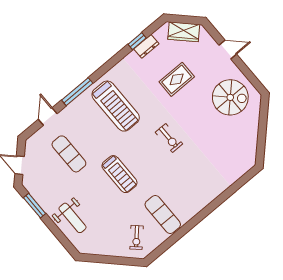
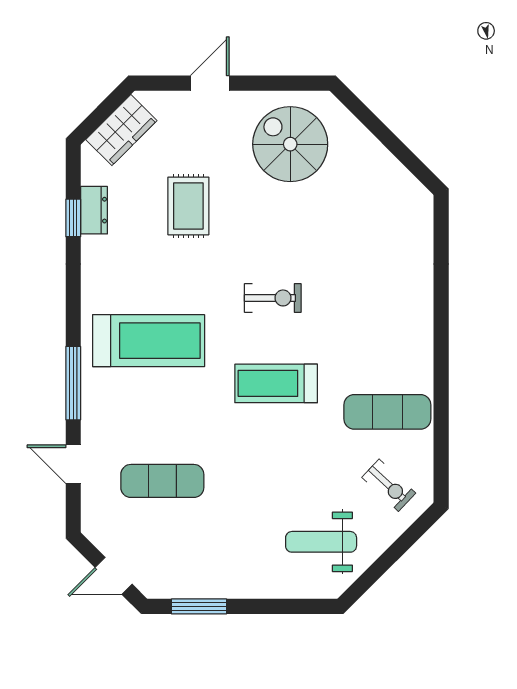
spiral stairs: (230, 97) -> (290, 144), turned -90
treadmill: (119, 174) -> (276, 383), moved, turned 180
weight bench: (72, 218) -> (321, 542), moved, turned 180

